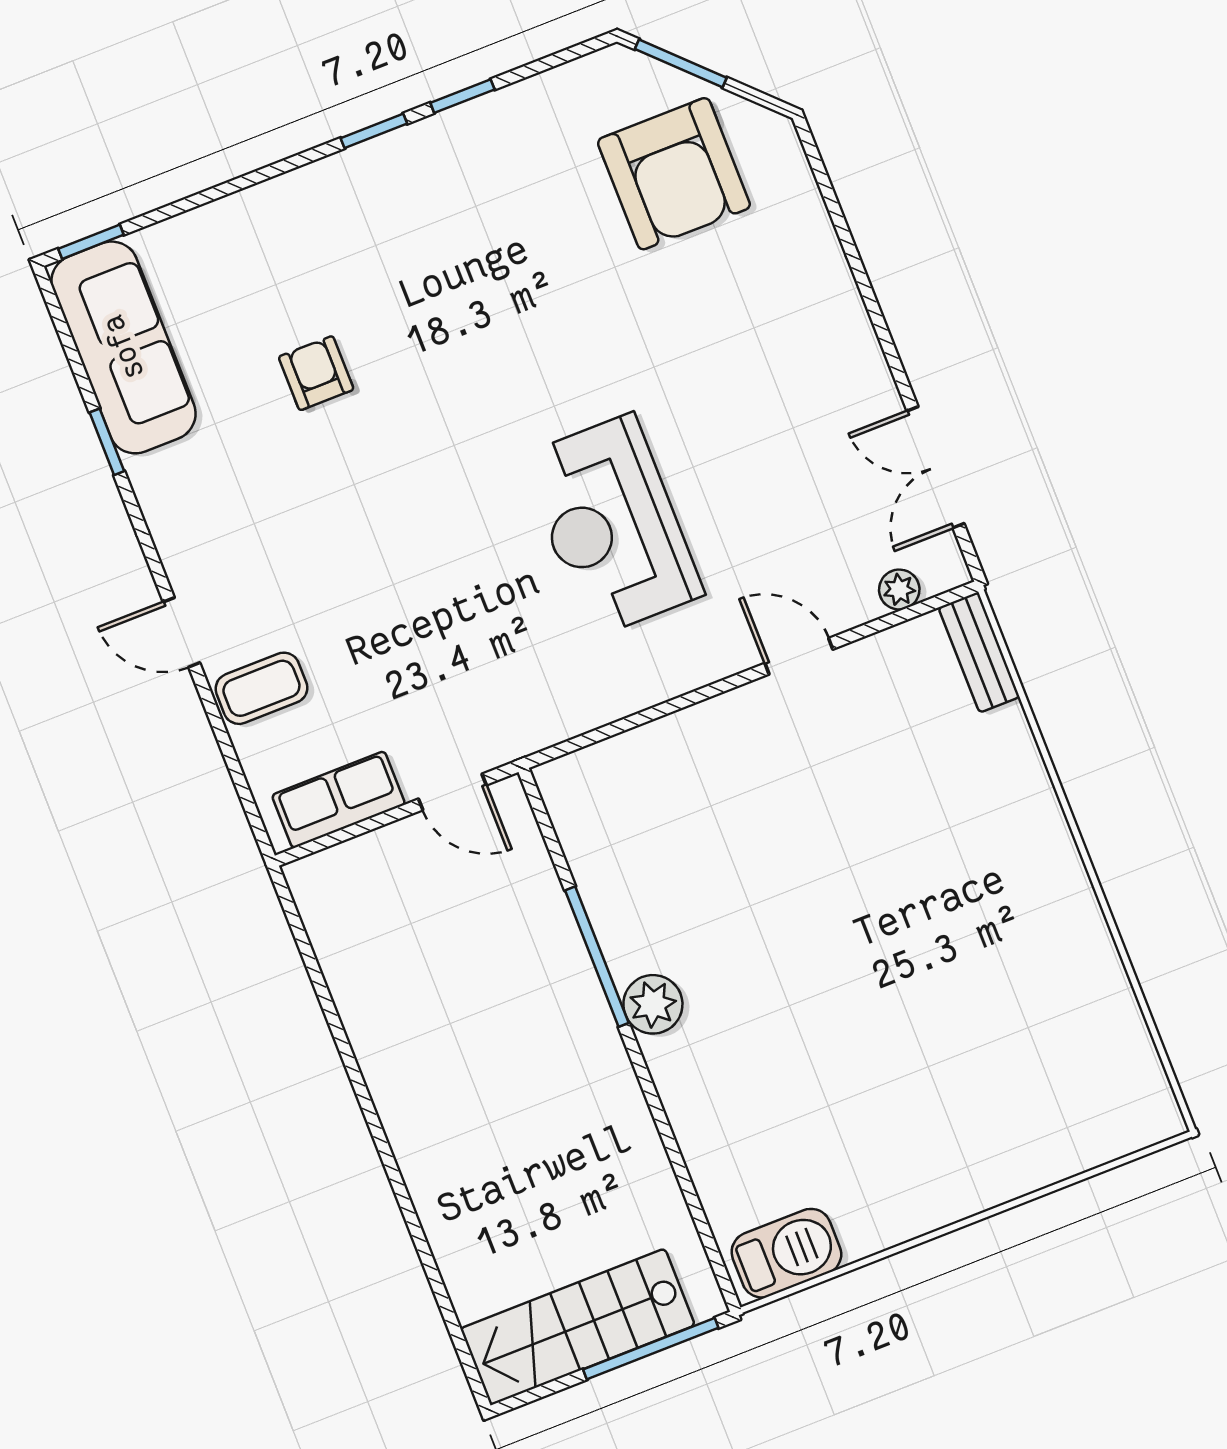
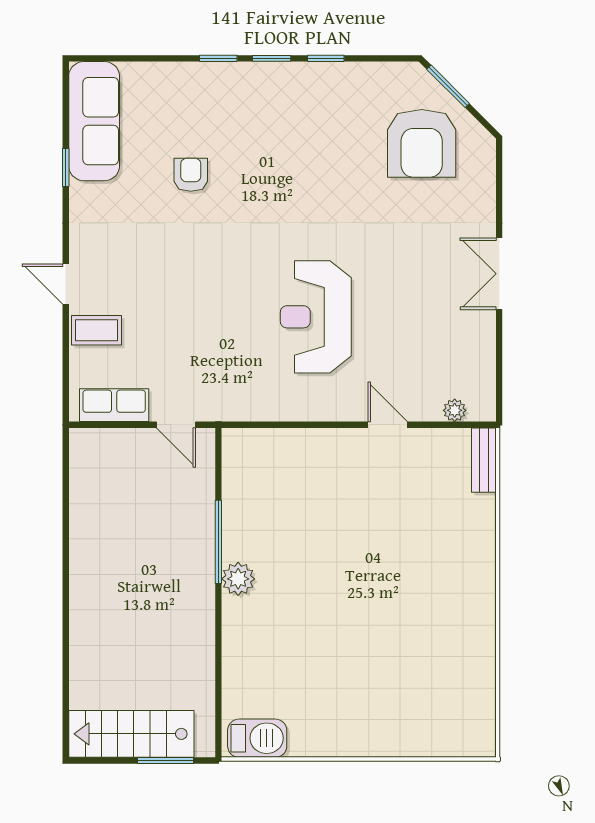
window: (91, 242) -> (218, 58), moved
double door: (936, 467) -> (499, 274), moved
window: (651, 1349) -> (166, 761), width x0.69

